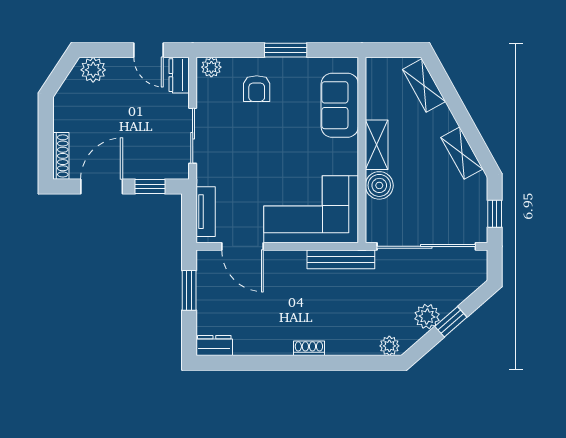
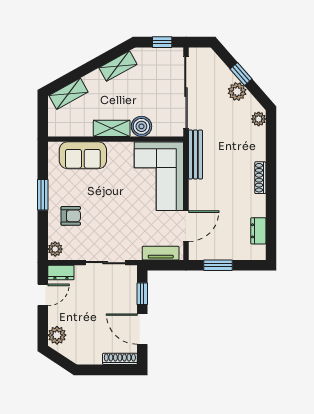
dresser: (214, 345) -> (258, 231), moved
shoe rack: (309, 348) -> (260, 178), width x1.43

